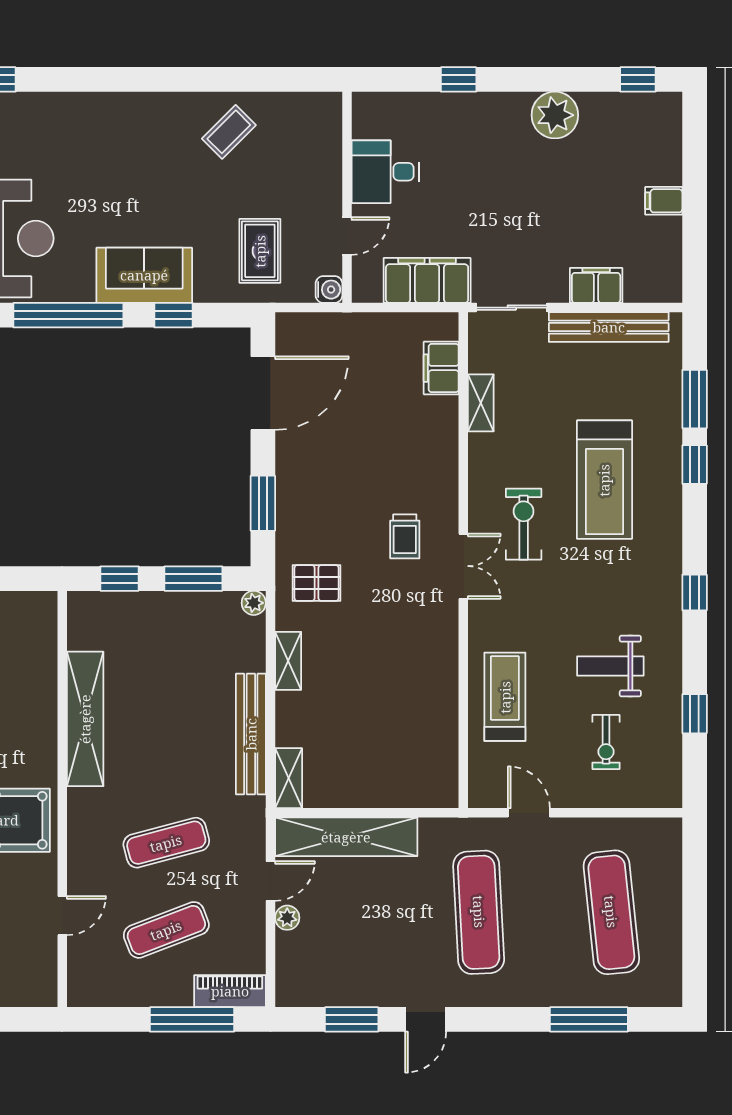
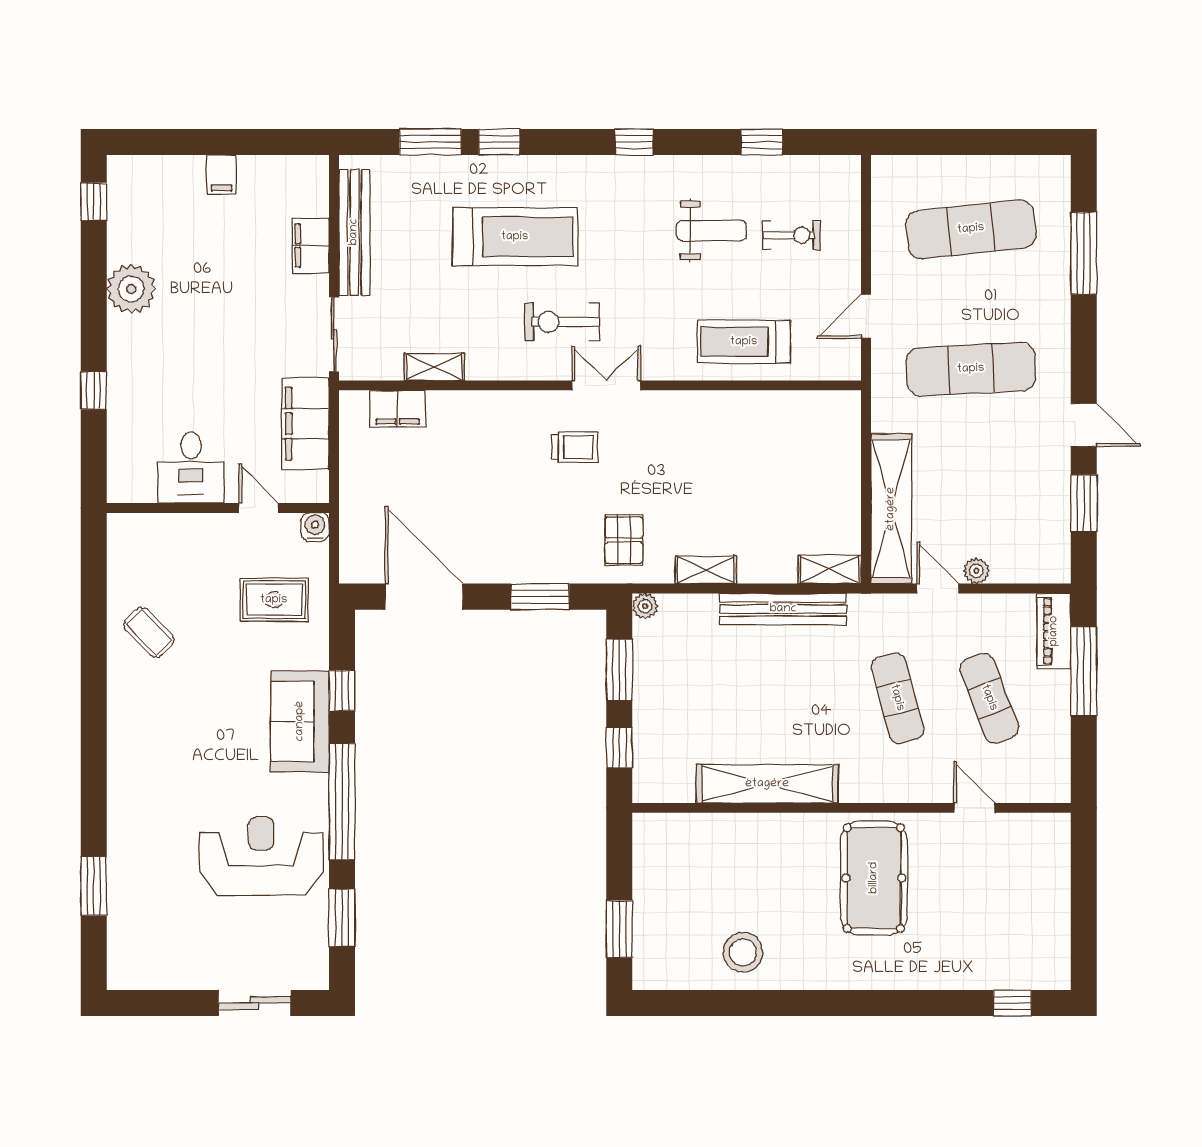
weight bench: (610, 666) -> (711, 231), turned -90

